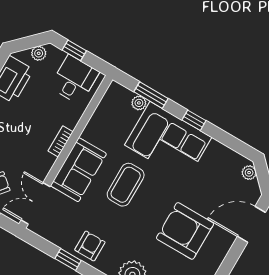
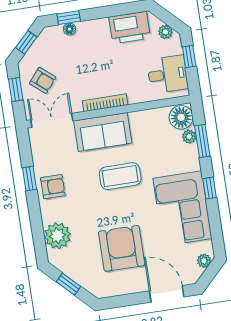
floor lamp: (118, 97) -> (181, 117), added
bookcase: (61, 141) -> (105, 103), width x1.56
corner sofa: (168, 141) -> (182, 208), moved

